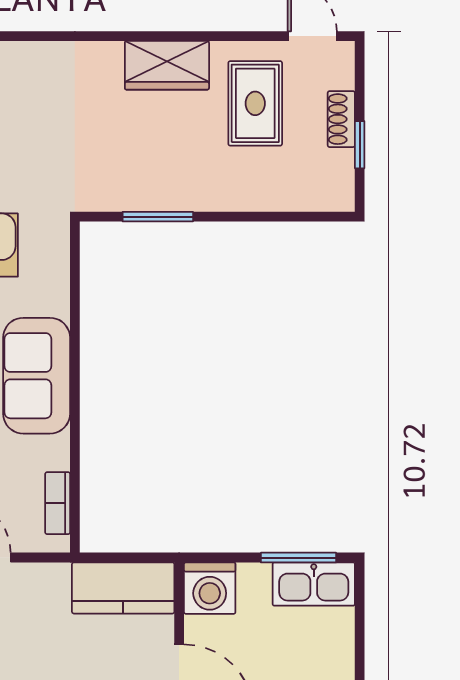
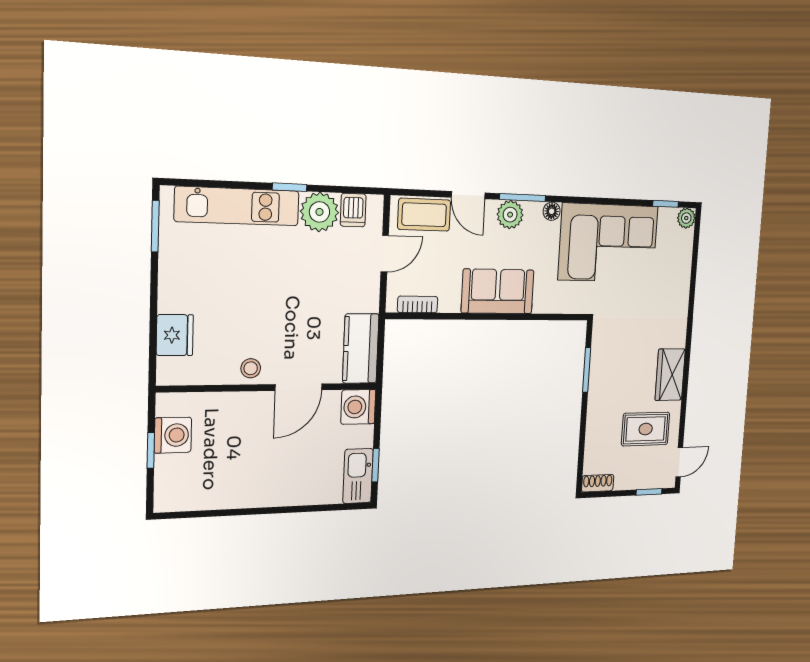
shoe rack: (341, 119) -> (598, 483), moved
window: (360, 145) -> (649, 492), moved
window: (298, 558) -> (376, 465), width x0.67

